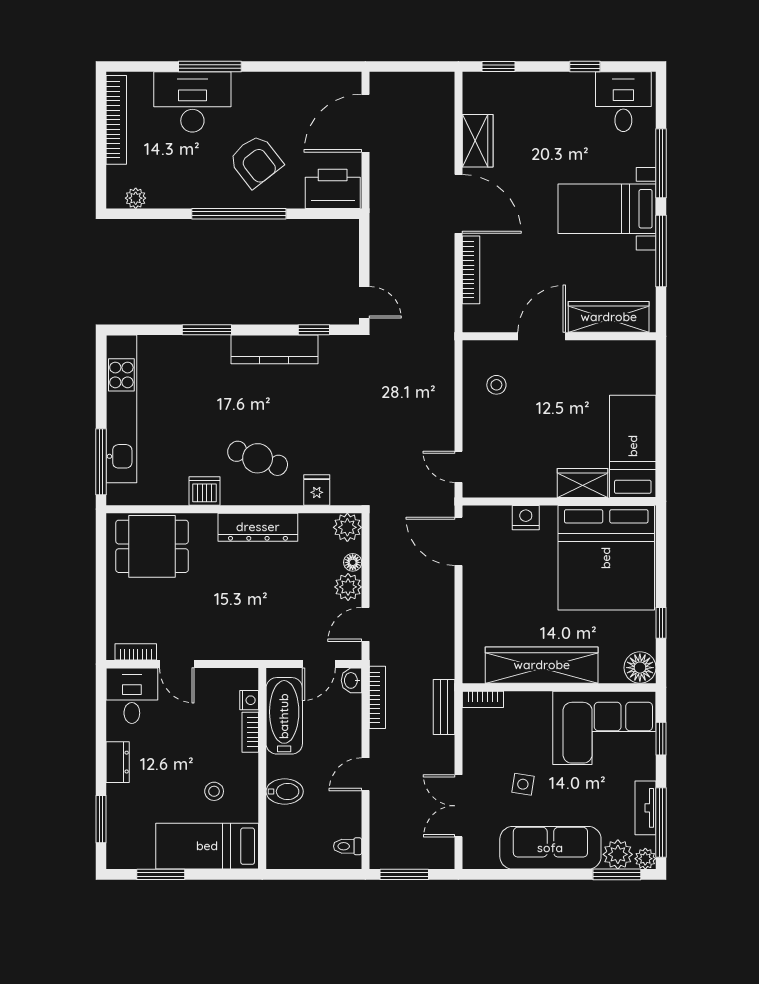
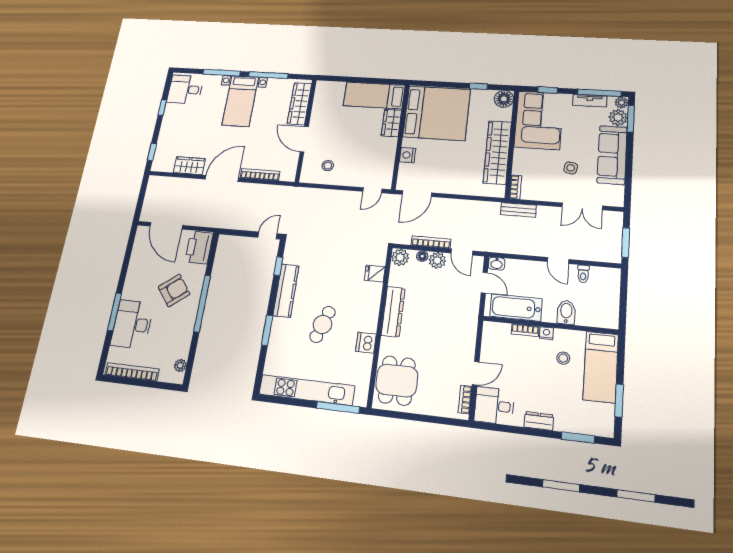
cafe table: (258, 458) -> (323, 324), moved
bookcase: (377, 697) -> (431, 242), moved
nightstand: (249, 700) -> (546, 333), moved
toilet: (348, 846) -> (583, 274), moved

